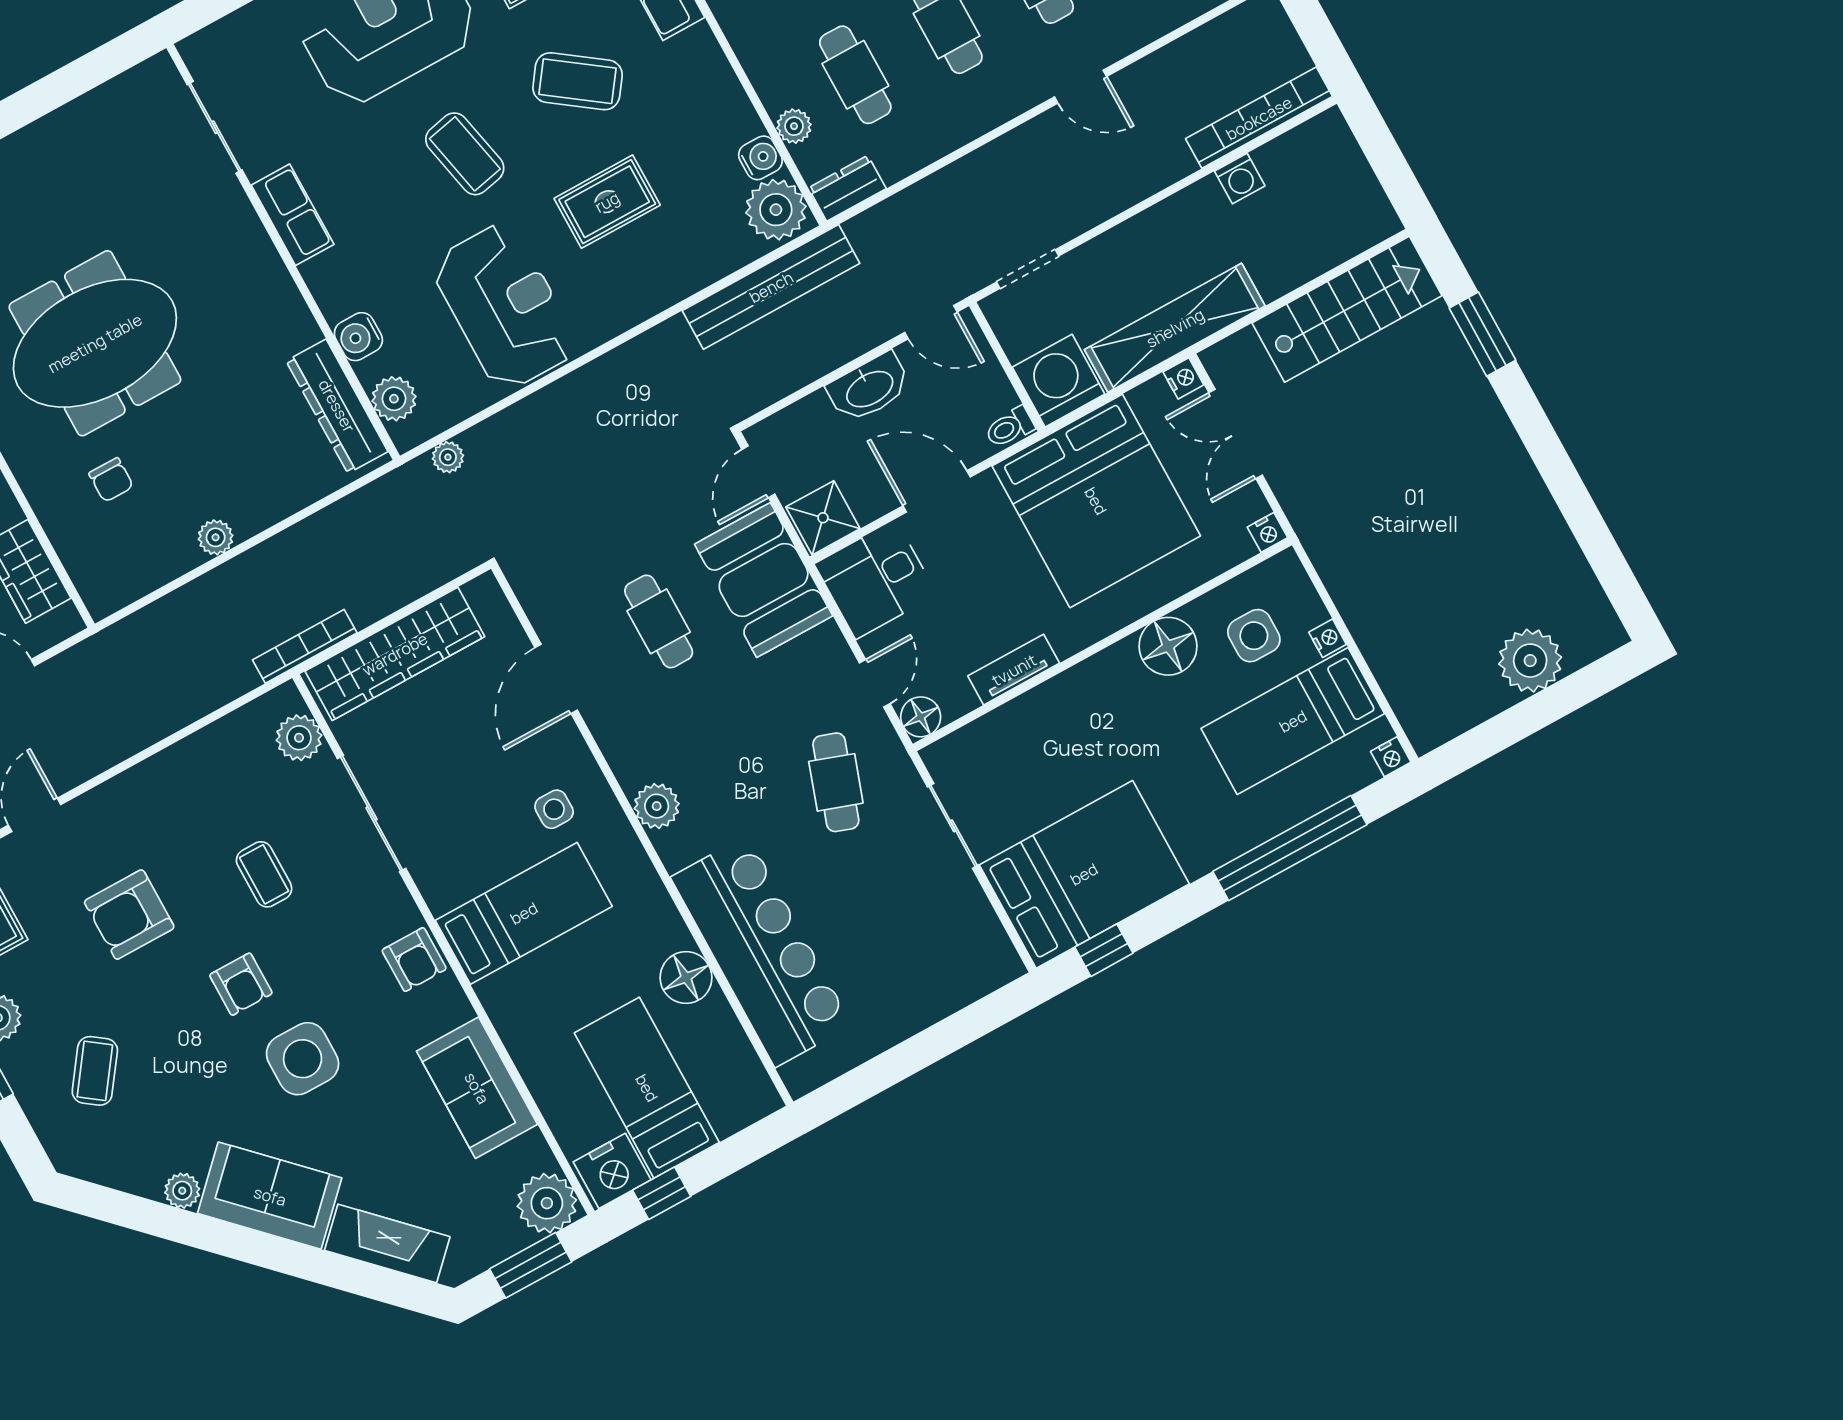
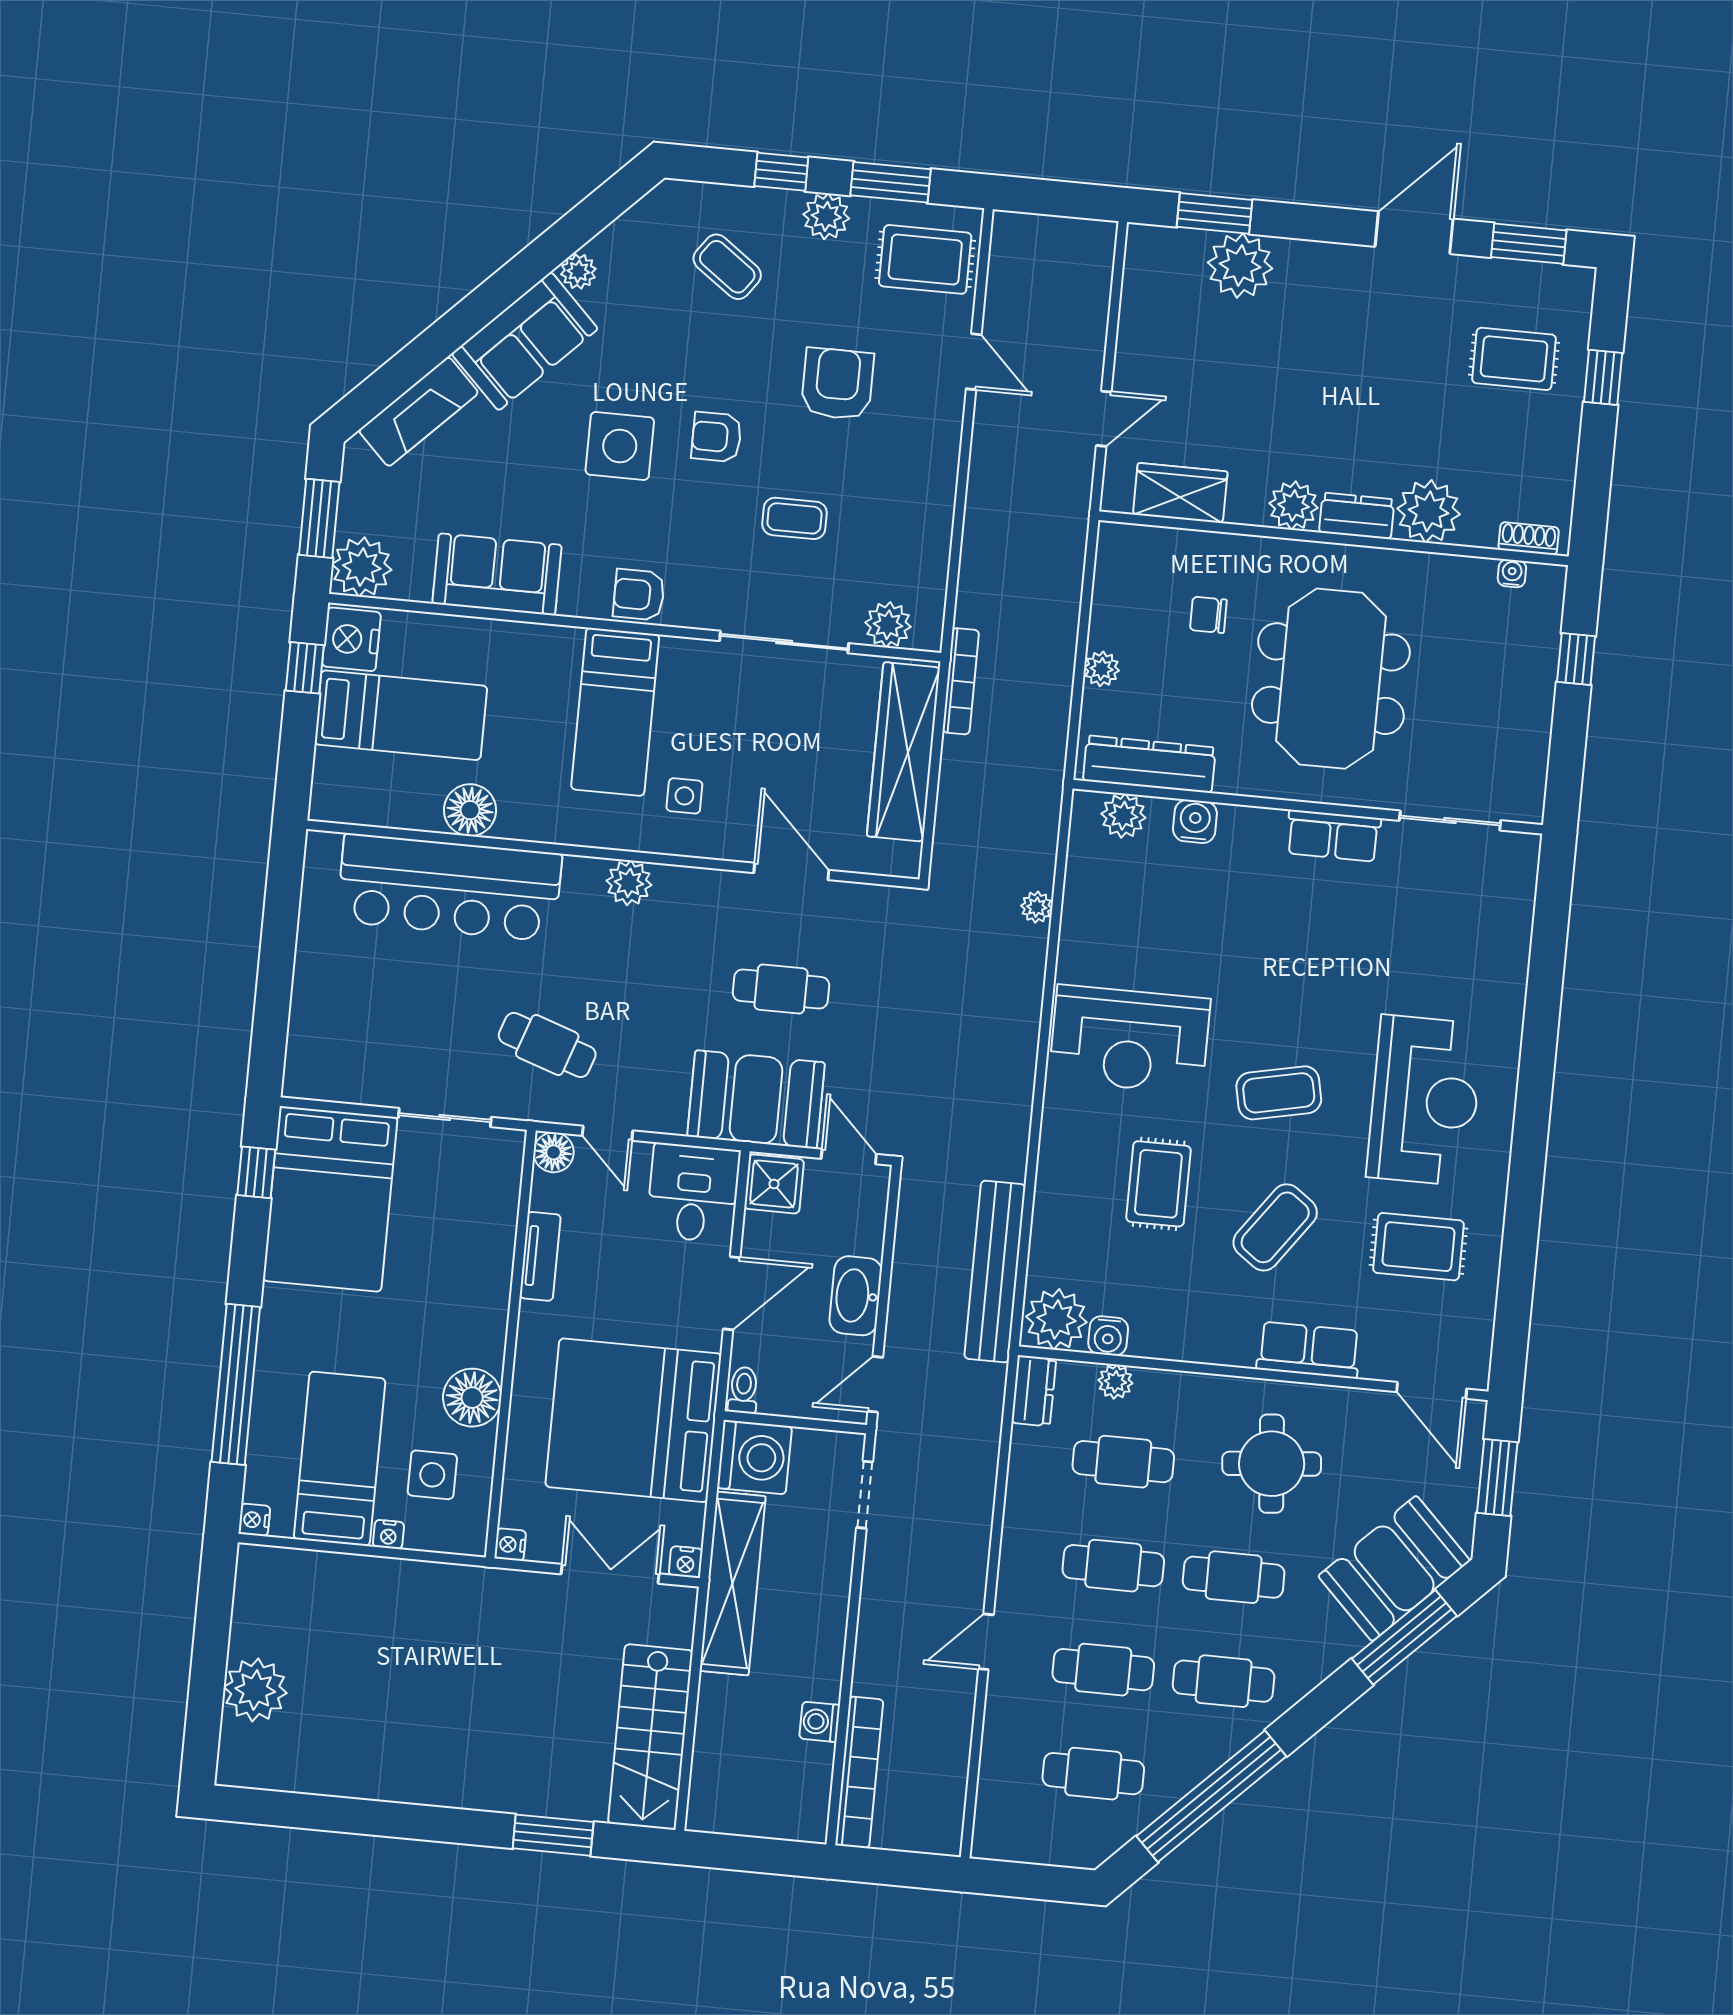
sliding door: (215, 127) -> (1450, 821), moved
row of seats: (293, 215) -> (1333, 836), moved
wall: (283, 252) -> (1308, 807), moved
water cooler: (358, 337) -> (1195, 821), moved
plant: (394, 399) -> (1123, 816), moved
dresser: (337, 406) -> (1149, 764), moved

